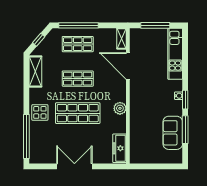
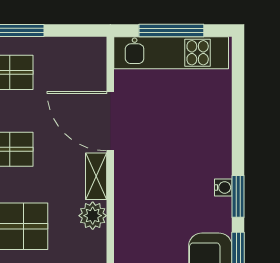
shelving: (121, 39) -> (96, 176), moved
kitchen unit: (175, 54) -> (171, 53), moved, turned -90

